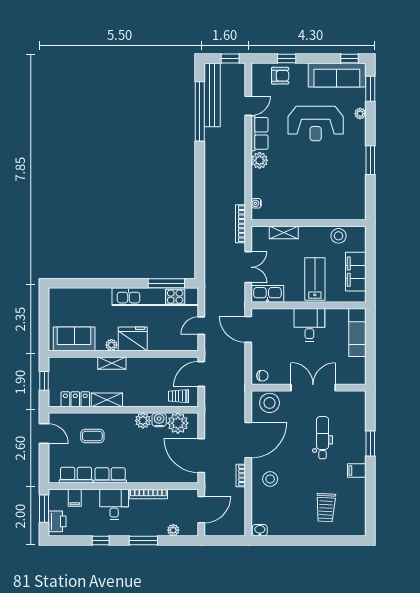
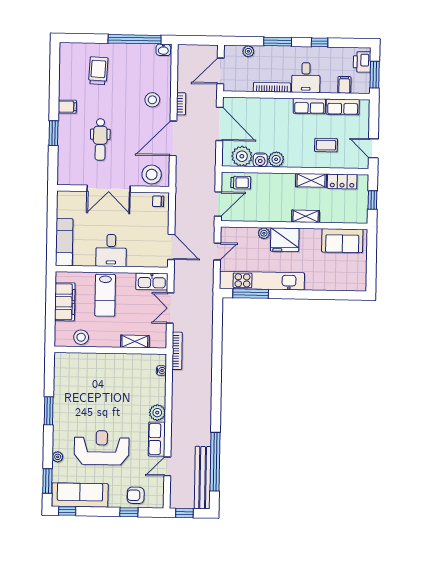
plant: (111, 345) -> (264, 233), moved
window: (289, 540) -> (135, 39), added

